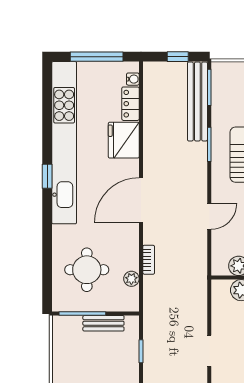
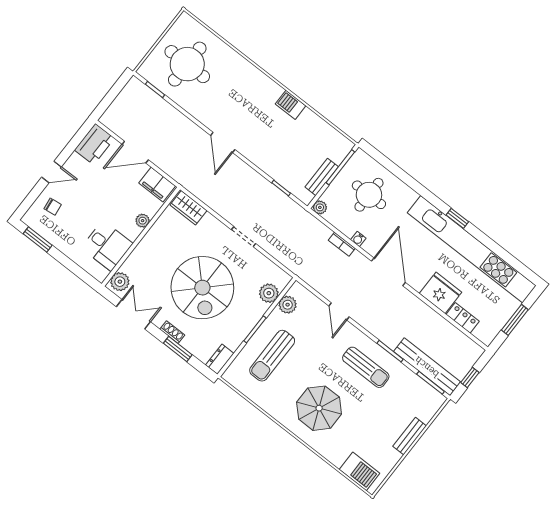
window: (97, 57) -> (515, 320), width x0.69
water cooler: (133, 79) -> (358, 239), moved
plant: (131, 279) -> (320, 207), moved

